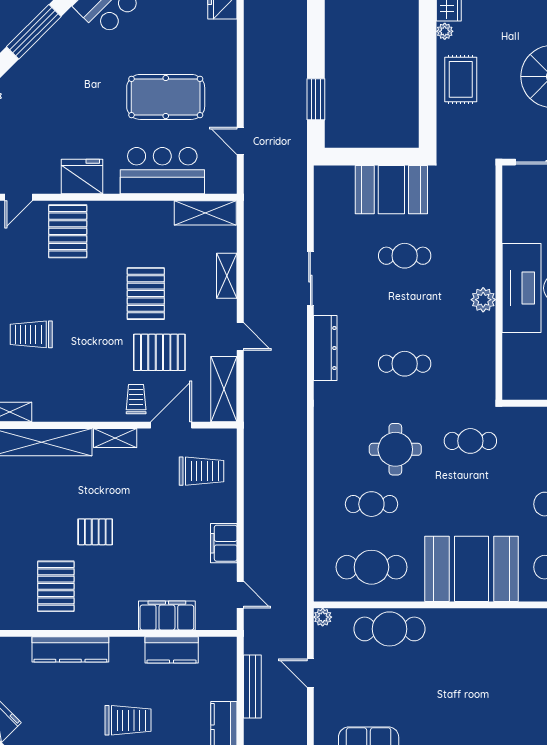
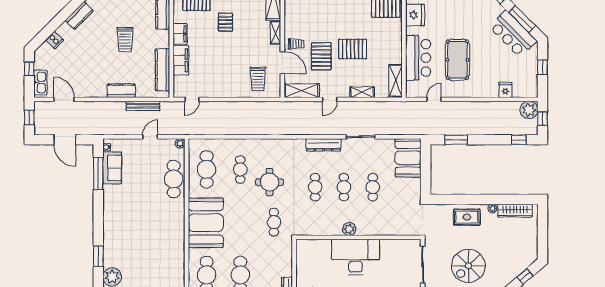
booth: (391, 190) -> (408, 158), moved
cafe table: (405, 310) -> (344, 187), added
filing cabinet: (224, 543) -> (180, 34), moved, turned 90
kitchen counter: (172, 650) -> (162, 70), width x1.50

